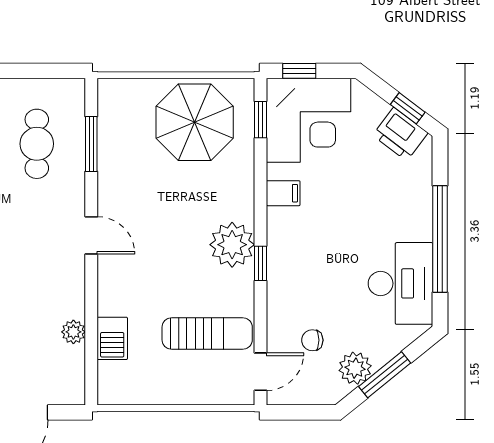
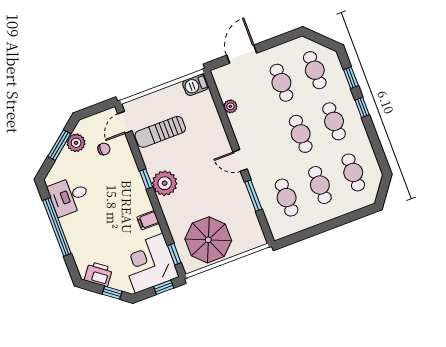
window: (408, 108) -> (112, 293), moved
window: (91, 144) -> (253, 196), moved
desk: (401, 283) -> (69, 196), width x0.73
barbecue: (112, 338) -> (196, 85), moved, turned -90

